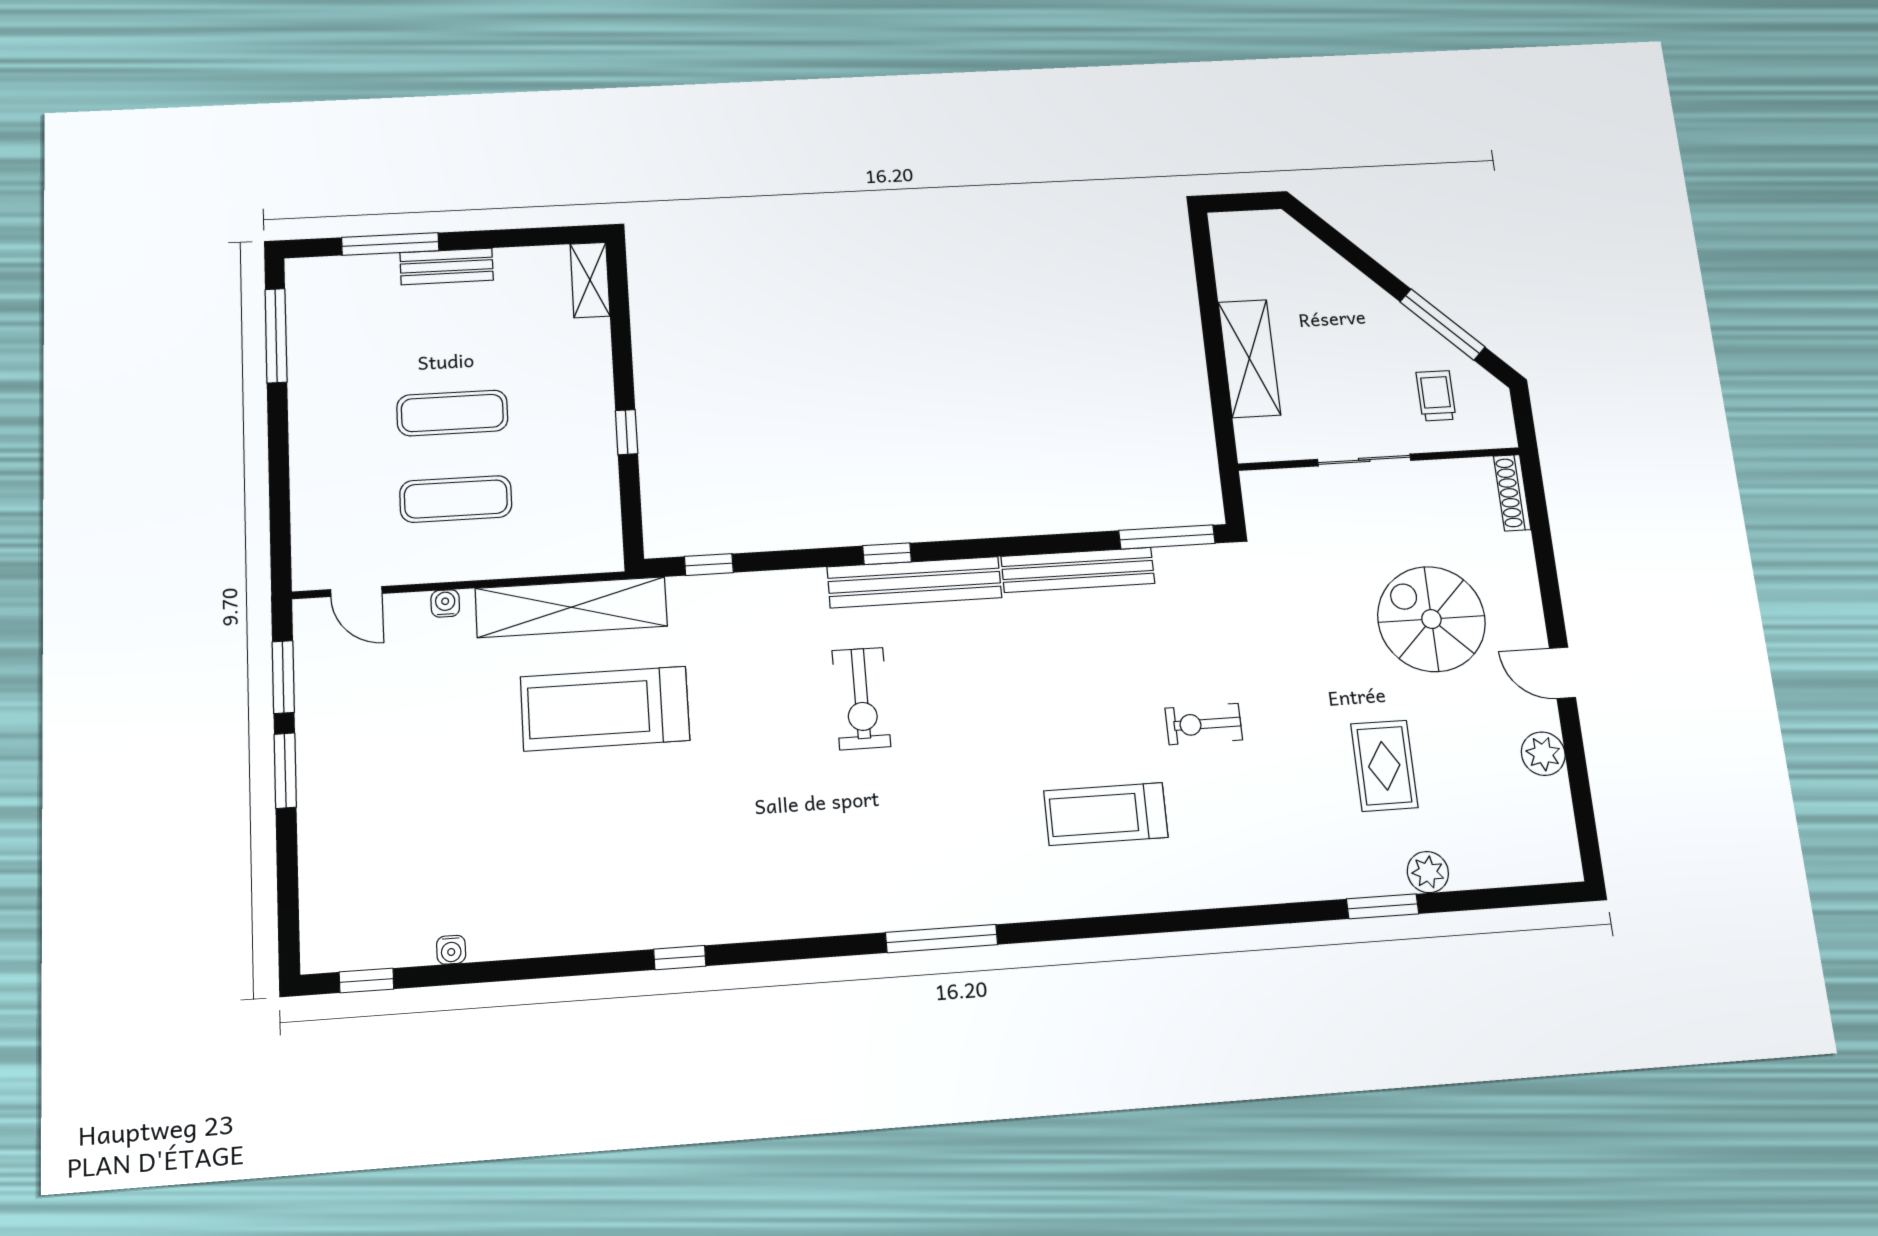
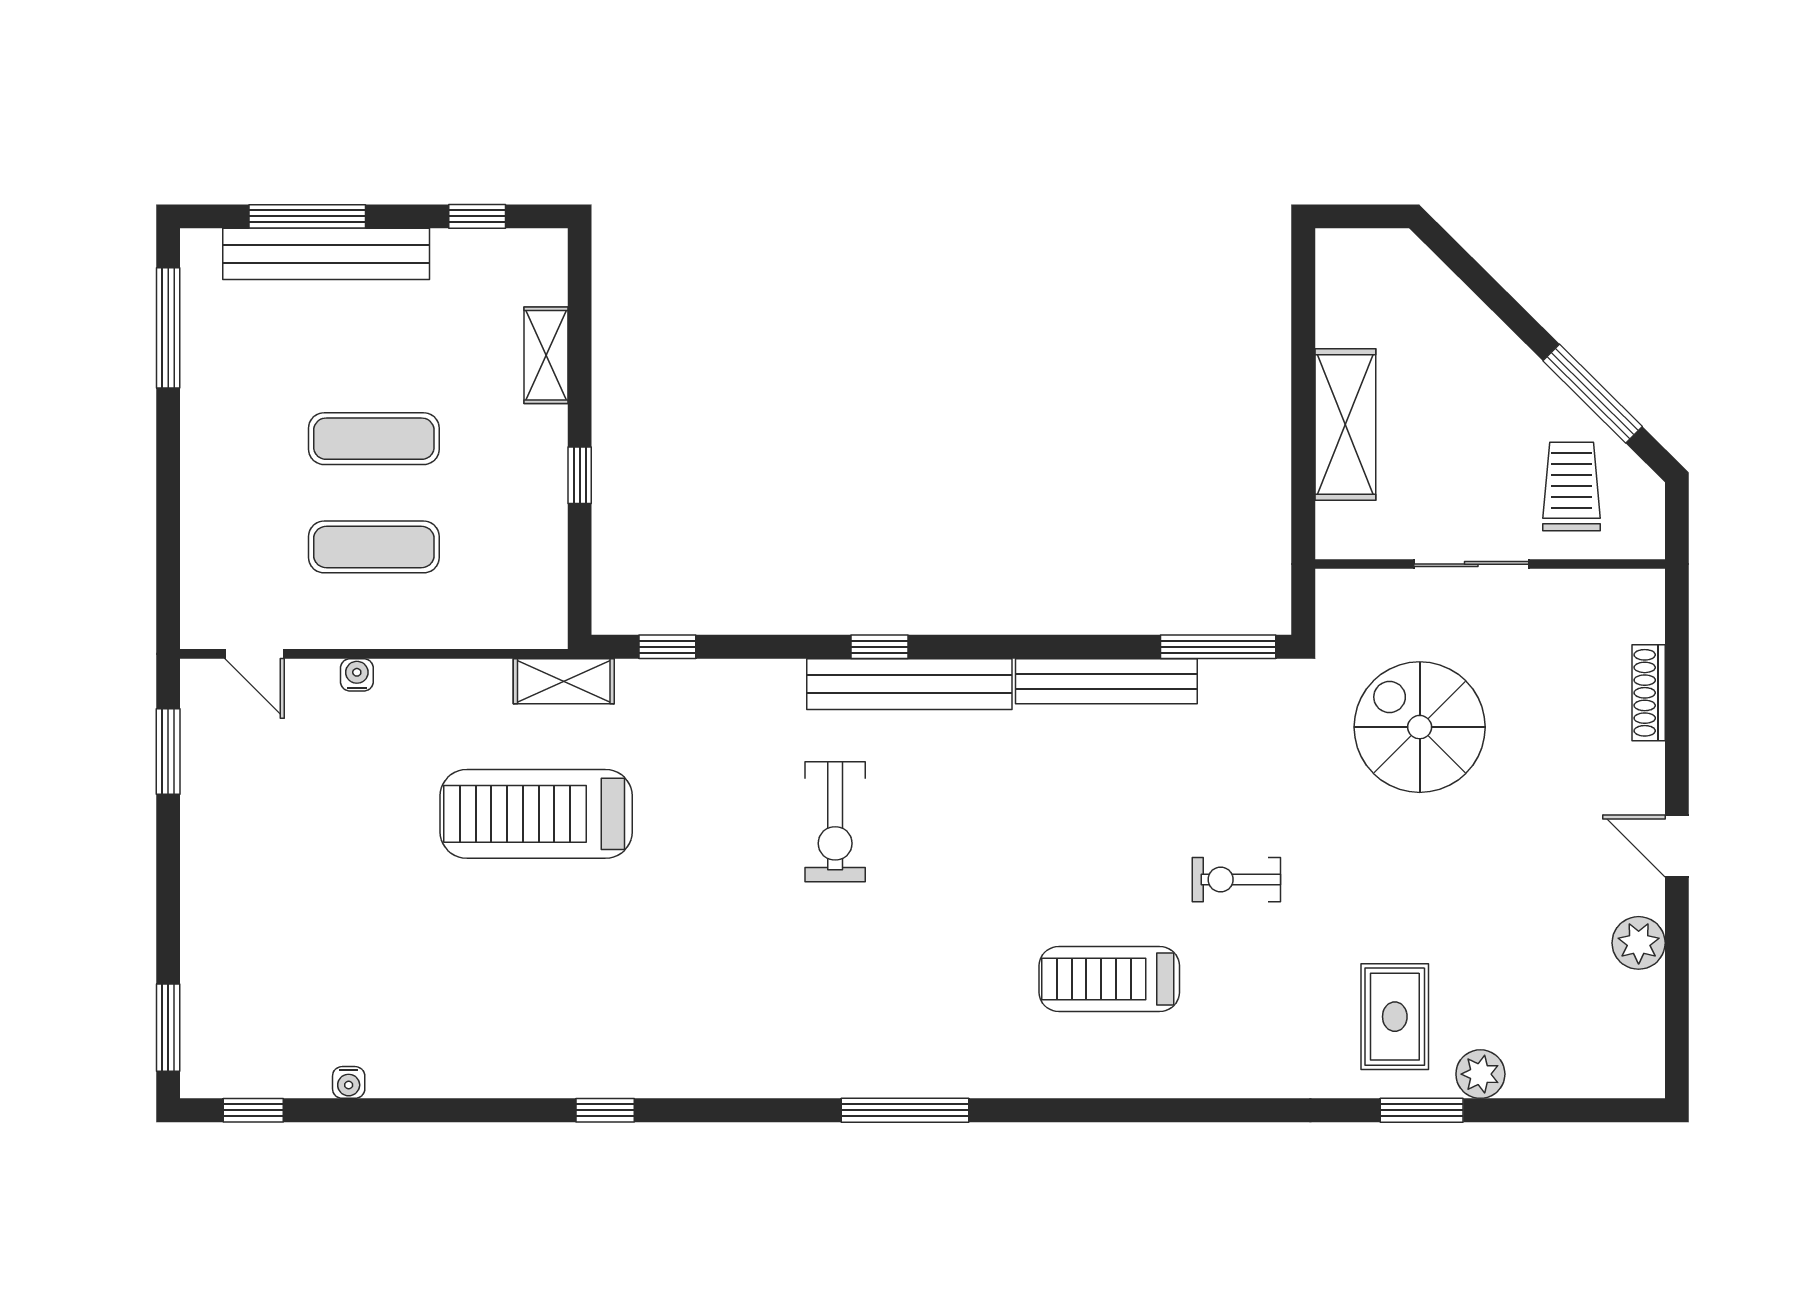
window: (531, 237) -> (477, 216), added
bench: (447, 266) -> (326, 254), width x1.86, depth x1.21
shelving: (590, 280) -> (546, 355), moved
trolley: (1436, 396) -> (1572, 487), width x1.36, depth x1.39
shoe rack: (1512, 493) -> (1649, 693), moved
shelving: (571, 607) -> (564, 681), width x0.45, depth x0.75
spiral stairs: (1431, 619) -> (1420, 727), moved
rug: (1384, 766) -> (1395, 1017), moved
window: (285, 771) -> (168, 1028), moved

